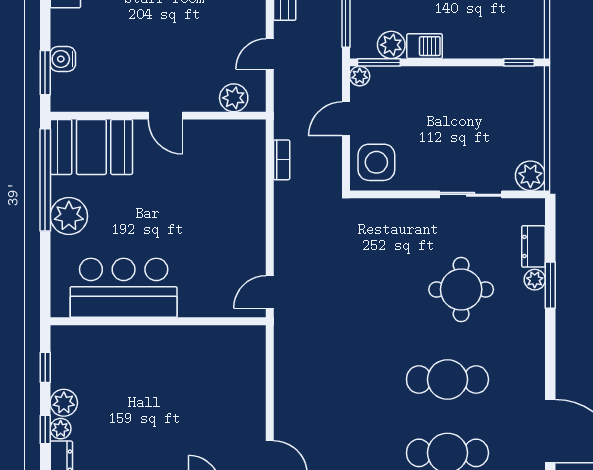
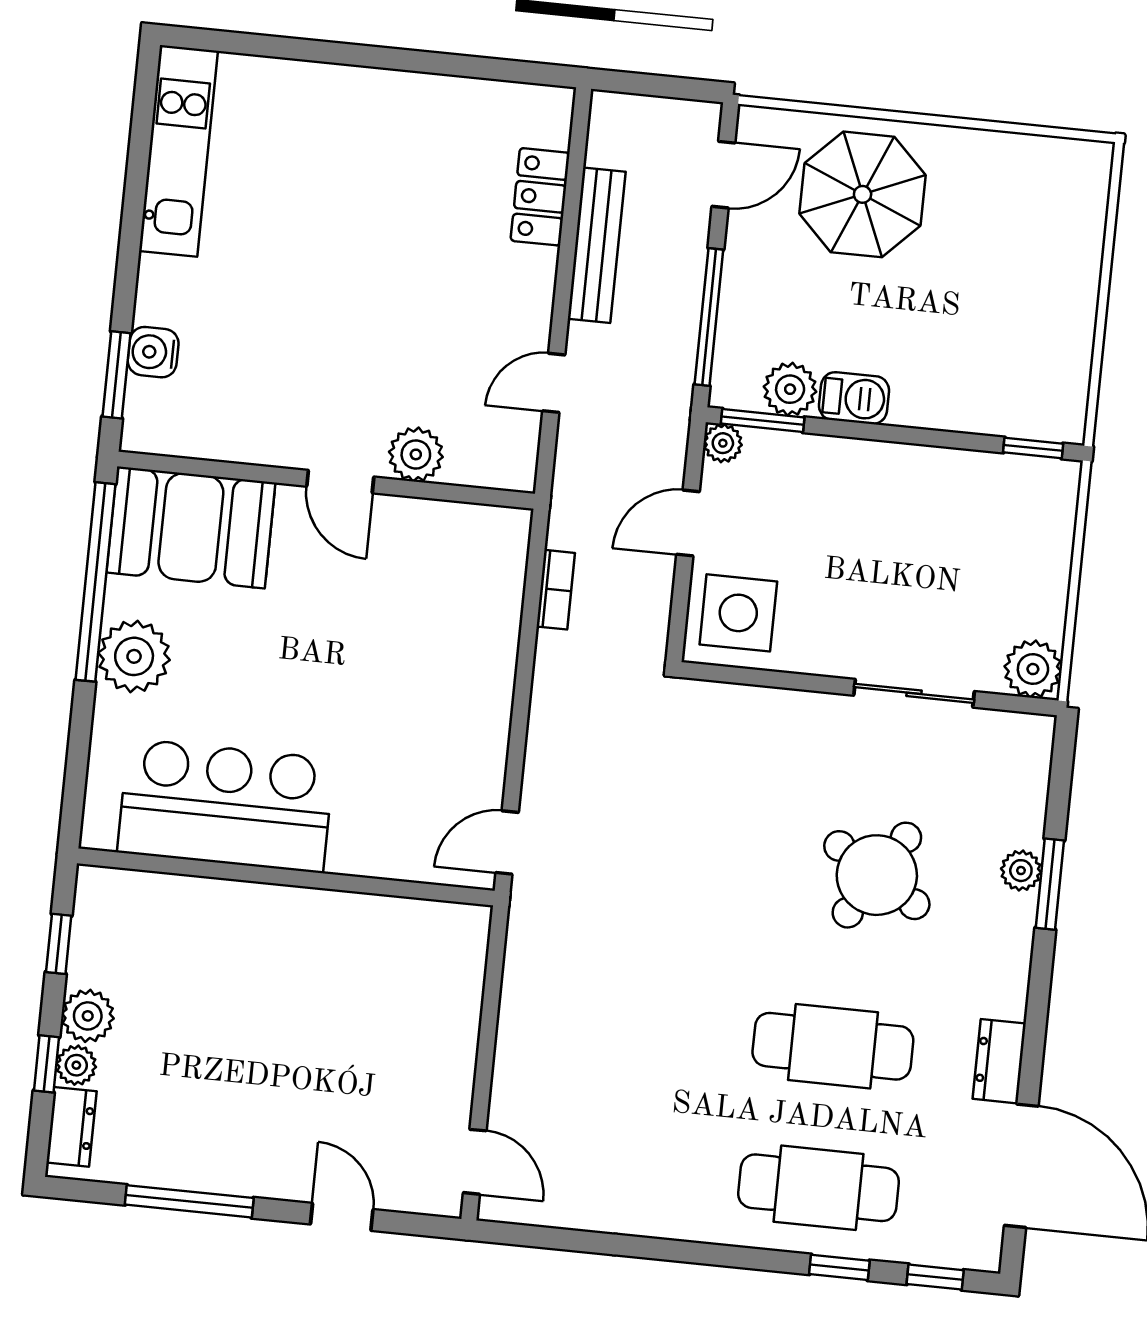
plant: (234, 98) -> (416, 454), moved
dresser: (534, 246) -> (999, 1061), moved
round table: (461, 289) -> (877, 875), turned 32

